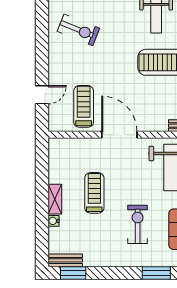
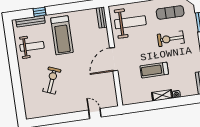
exercise bike: (78, 30) -> (52, 80), moved
treadmill: (84, 106) -> (99, 85), removed

